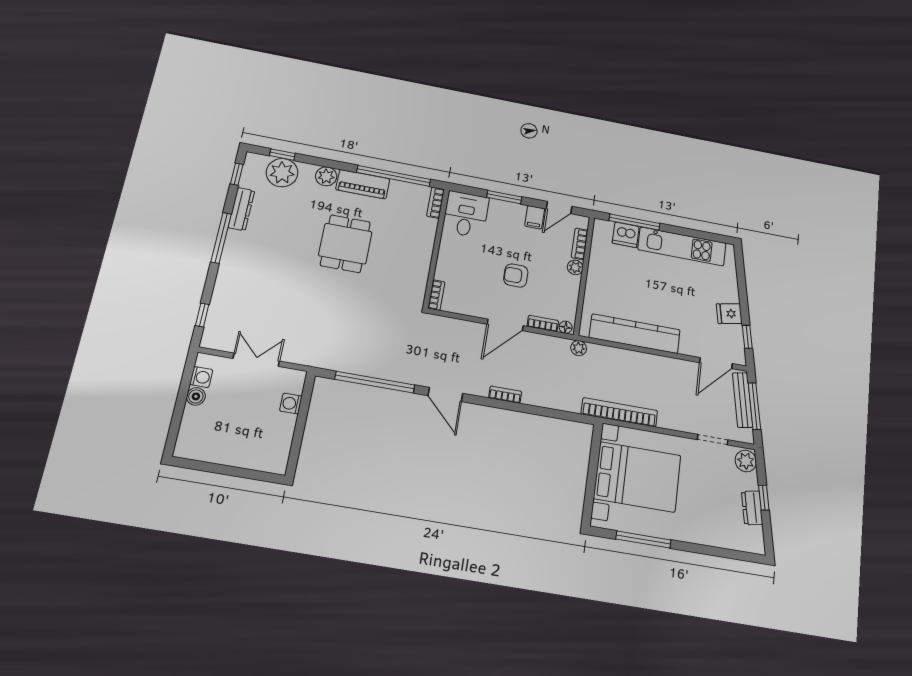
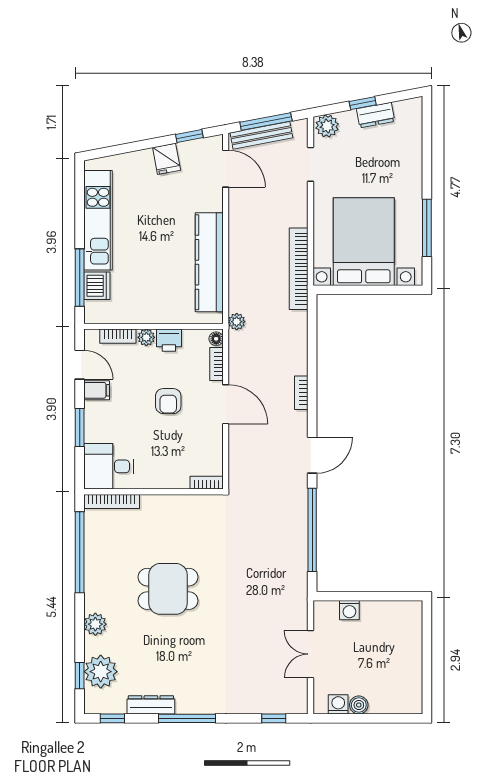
piano: (363, 184) -> (96, 584), removed
bookcase: (436, 203) -> (112, 501), width x1.56
printer: (570, 286) -> (169, 340), added

